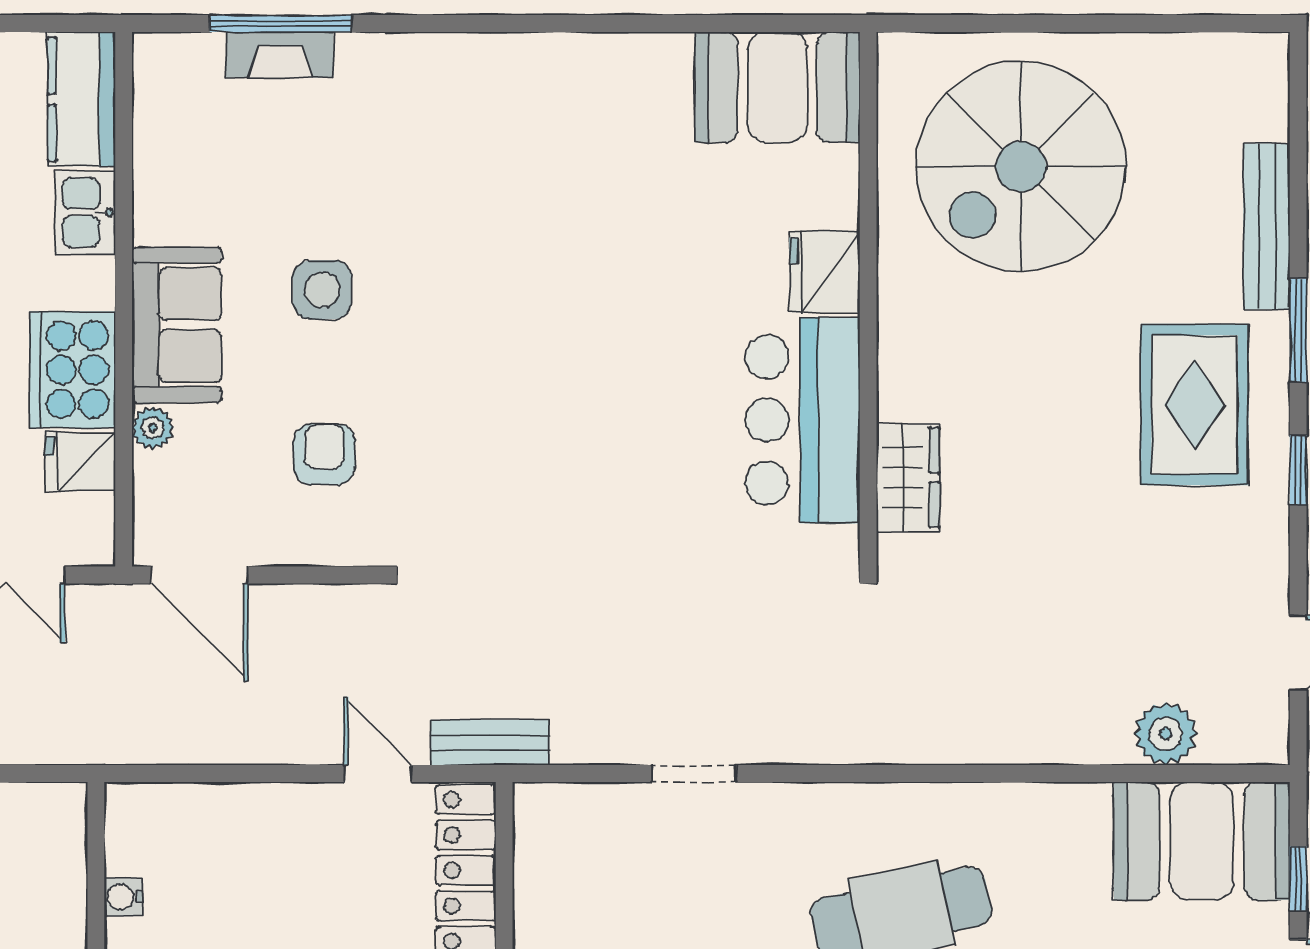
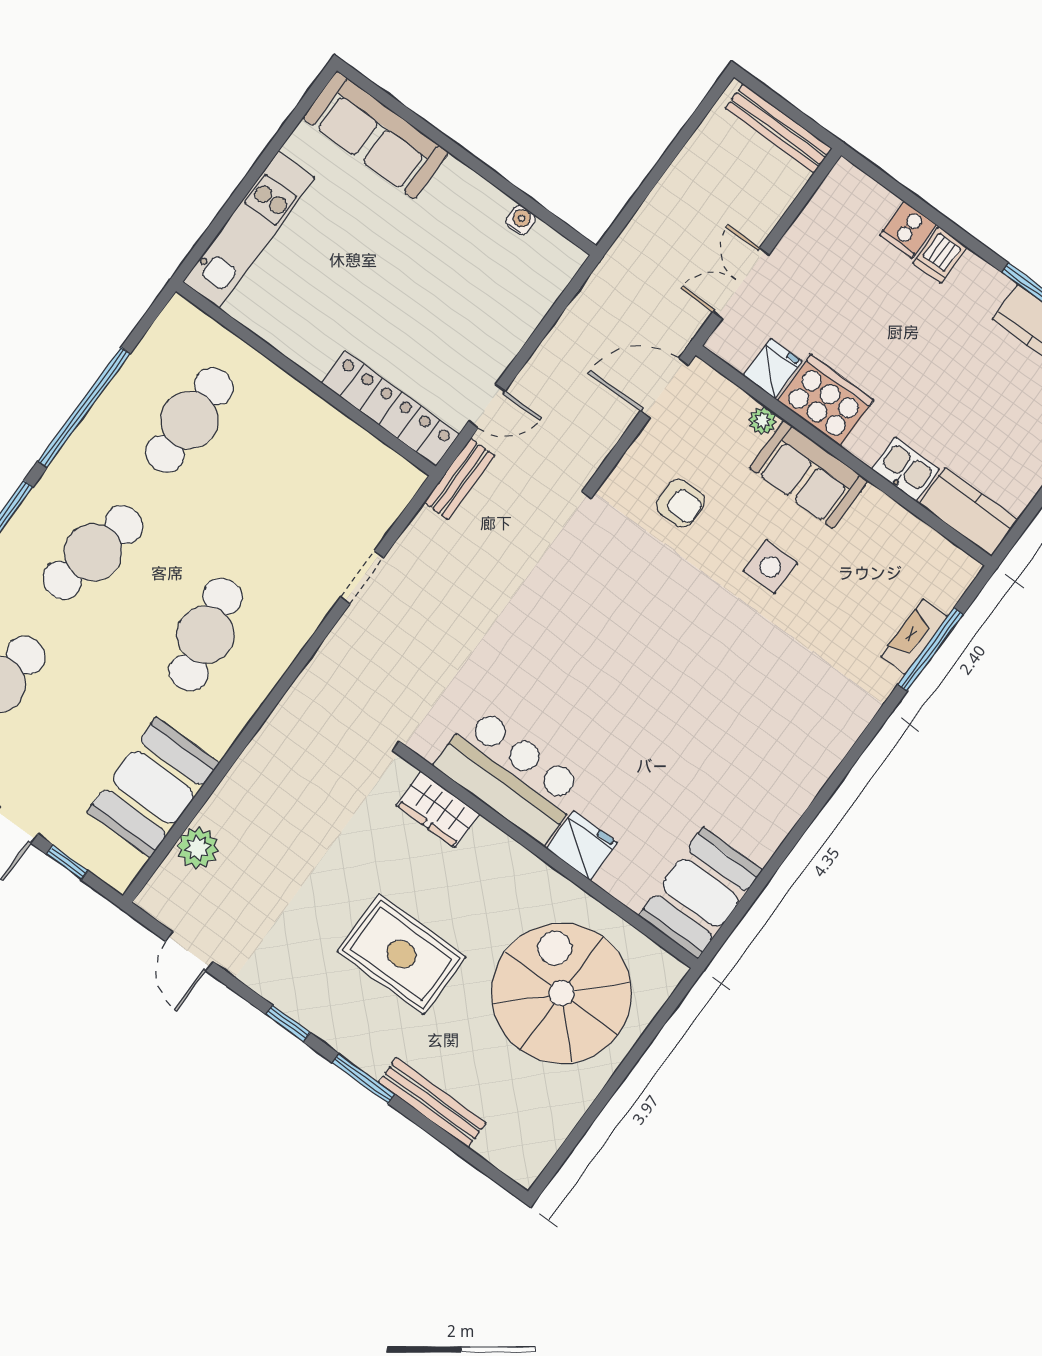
rug: (1195, 405) -> (401, 954), moved
booth: (1202, 841) -> (153, 787), moved

